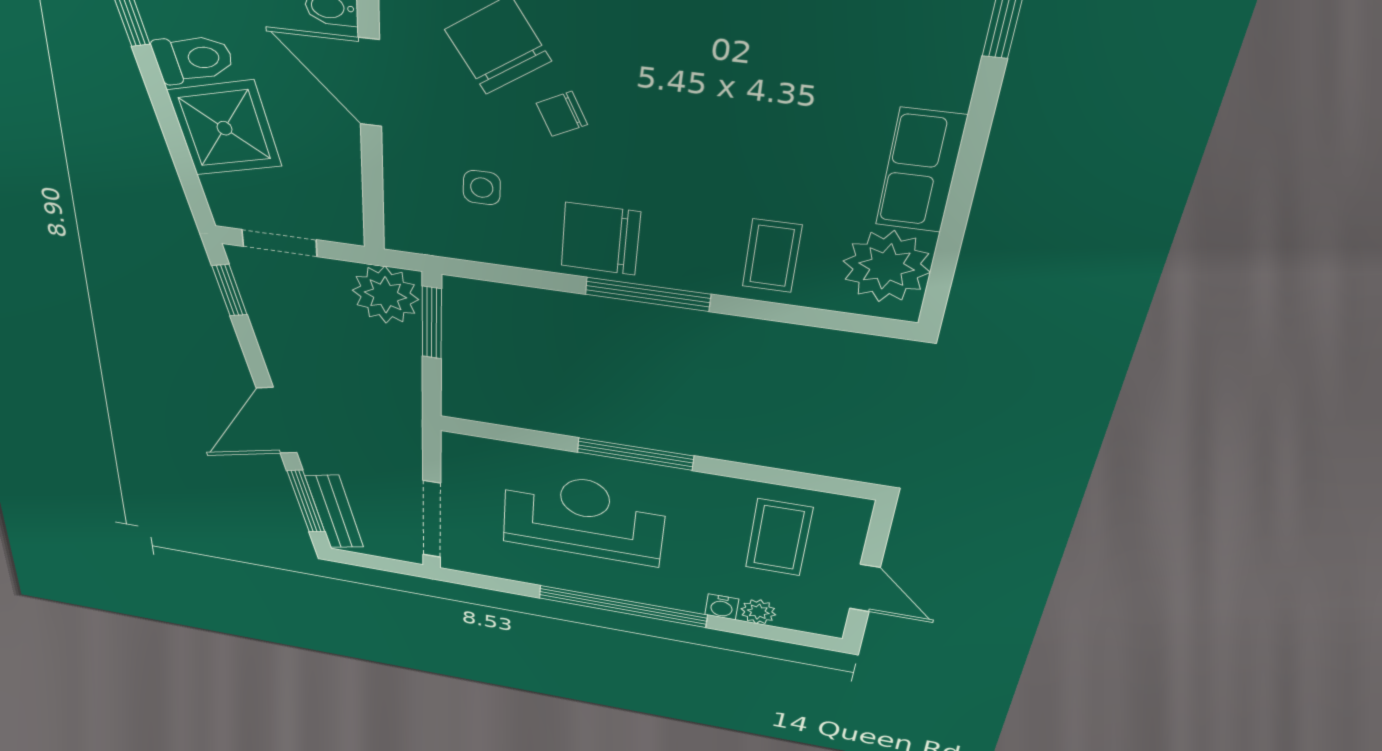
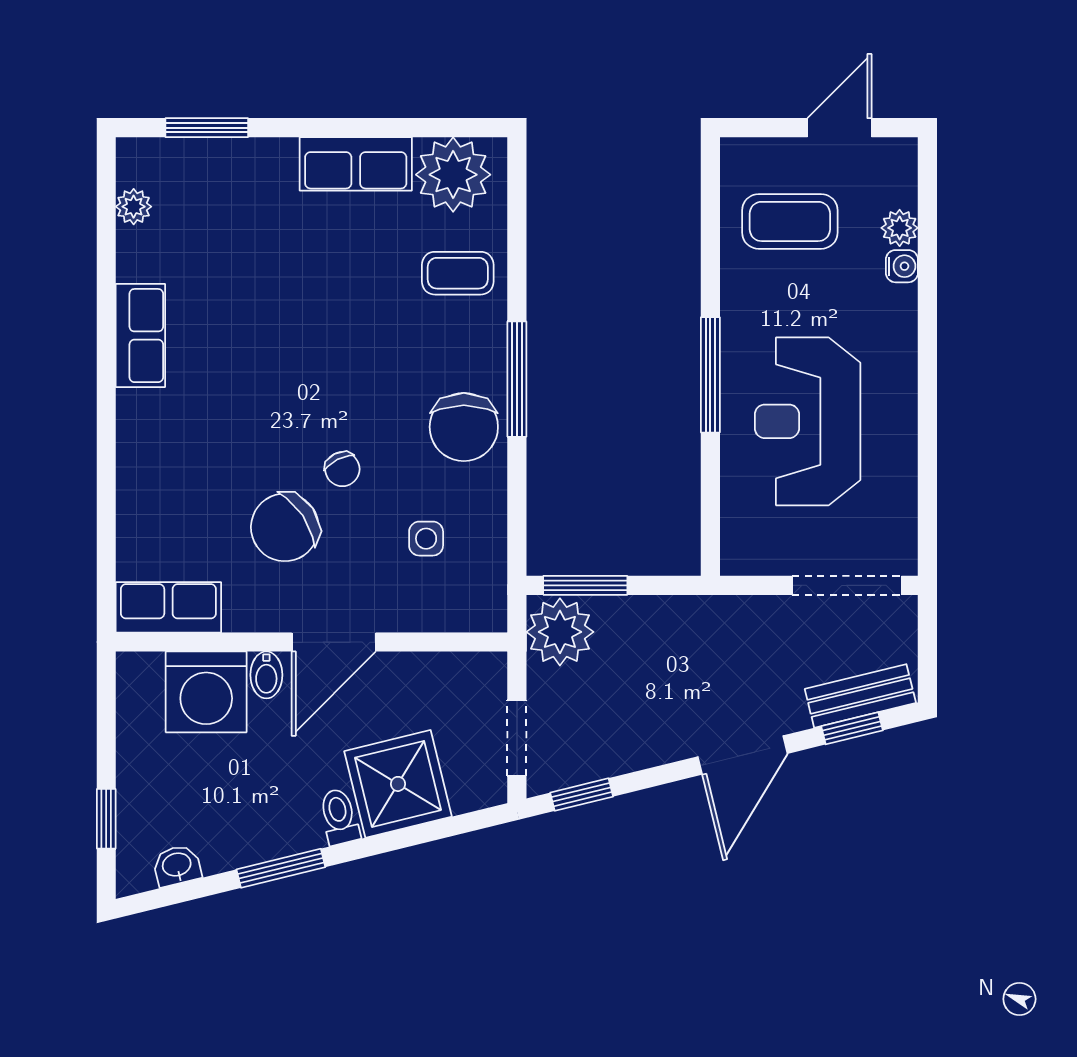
toilet: (193, 59) -> (339, 817), width x0.73, depth x0.72
door: (277, 421) -> (743, 755), hinge flipped
window: (306, 501) -> (852, 728), width x0.67
window: (622, 606) -> (927, 371), removed

